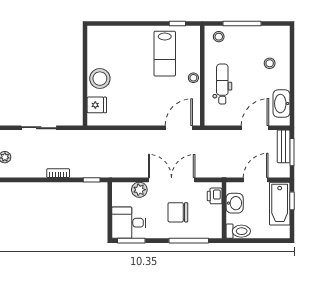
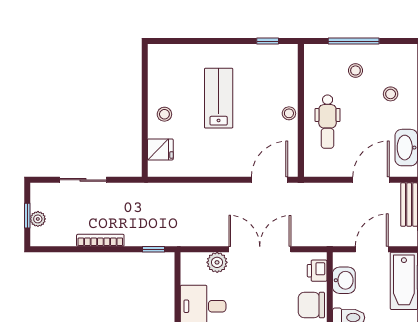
stool: (219, 37) -> (355, 70), moved
lab bench: (165, 54) -> (219, 98), moved, turned 180
stool: (100, 79) -> (164, 114), width x0.53, depth x0.53
dental chair: (222, 84) -> (328, 122), turned 180
bookcase: (58, 173) -> (100, 240), width x1.56
chair: (178, 212) -> (311, 305), moved

